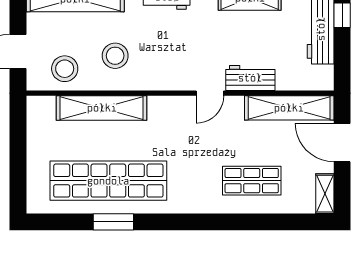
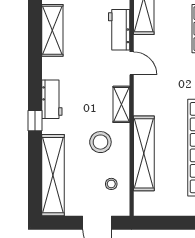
stool: (65, 69) -> (111, 184), width x0.53, depth x0.53
shelving: (160, 81) -> (121, 104), added

